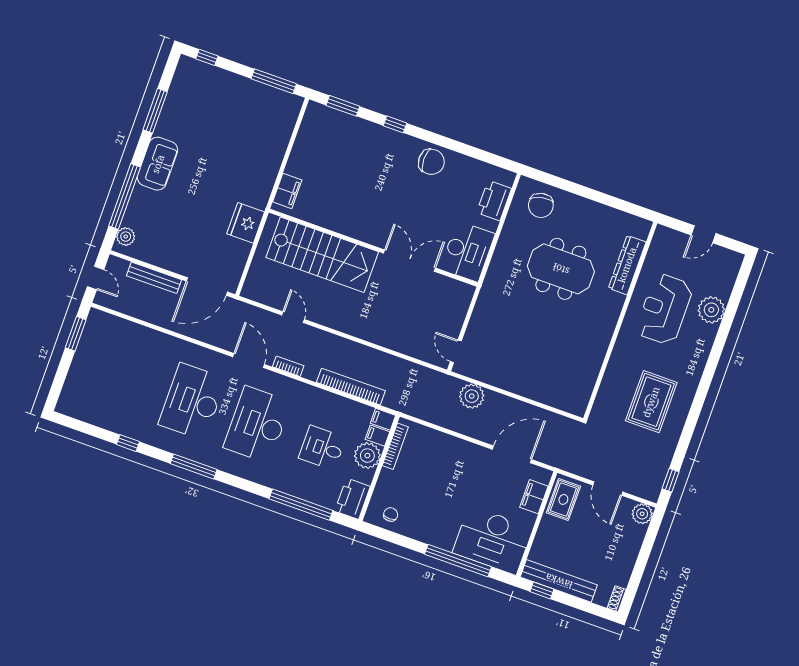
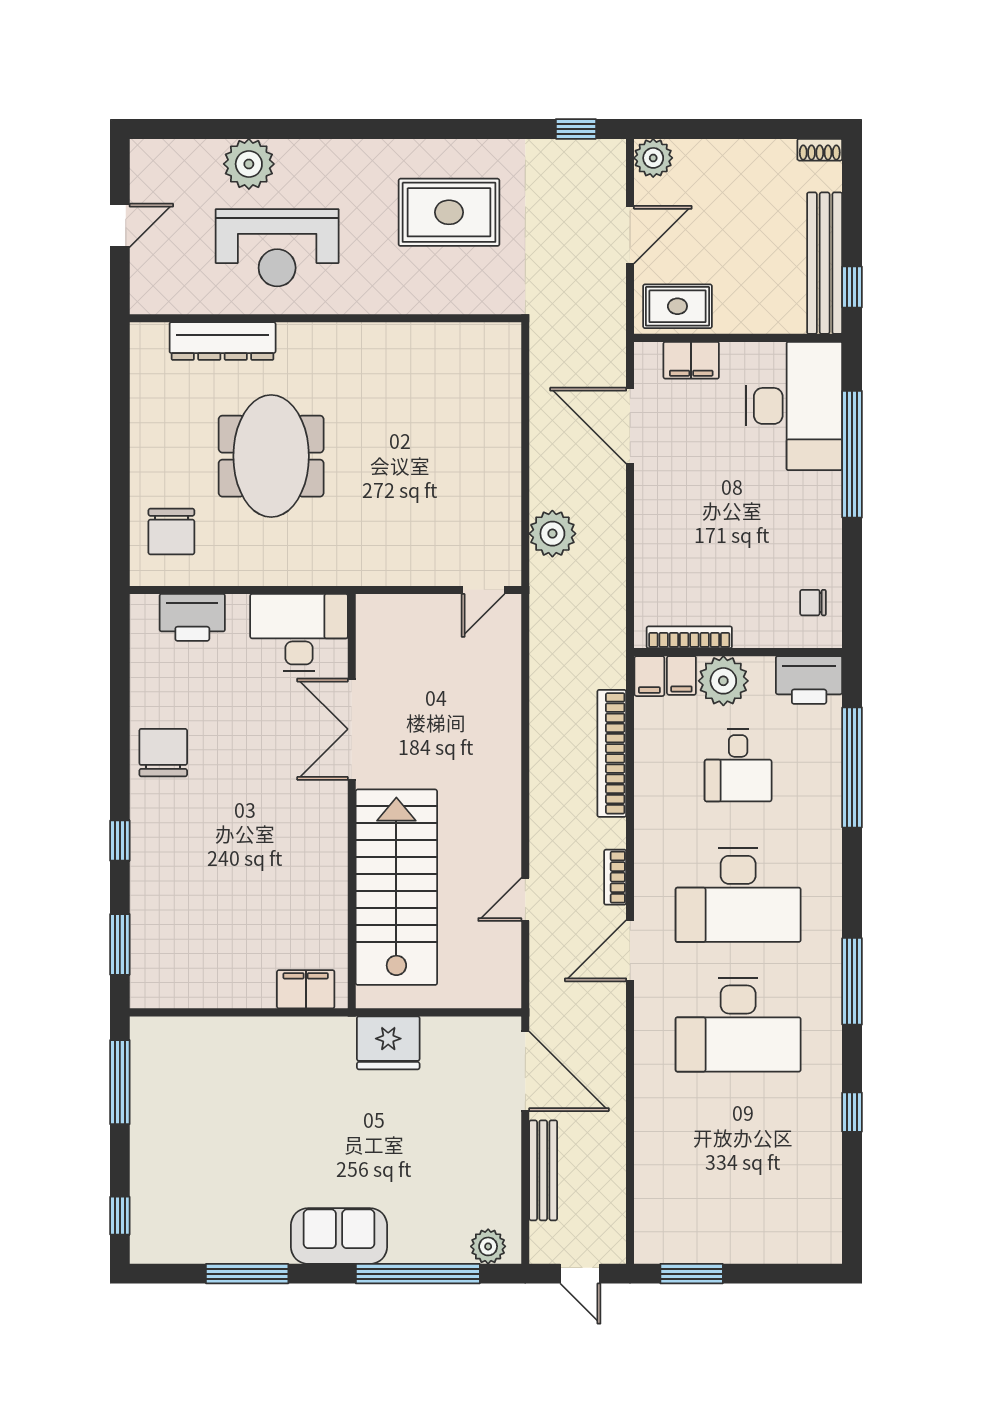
chair: (541, 205) -> (171, 531), turned 102
door: (704, 234) -> (120, 225), hinge flipped
door: (96, 278) -> (580, 1274), swing flipped

